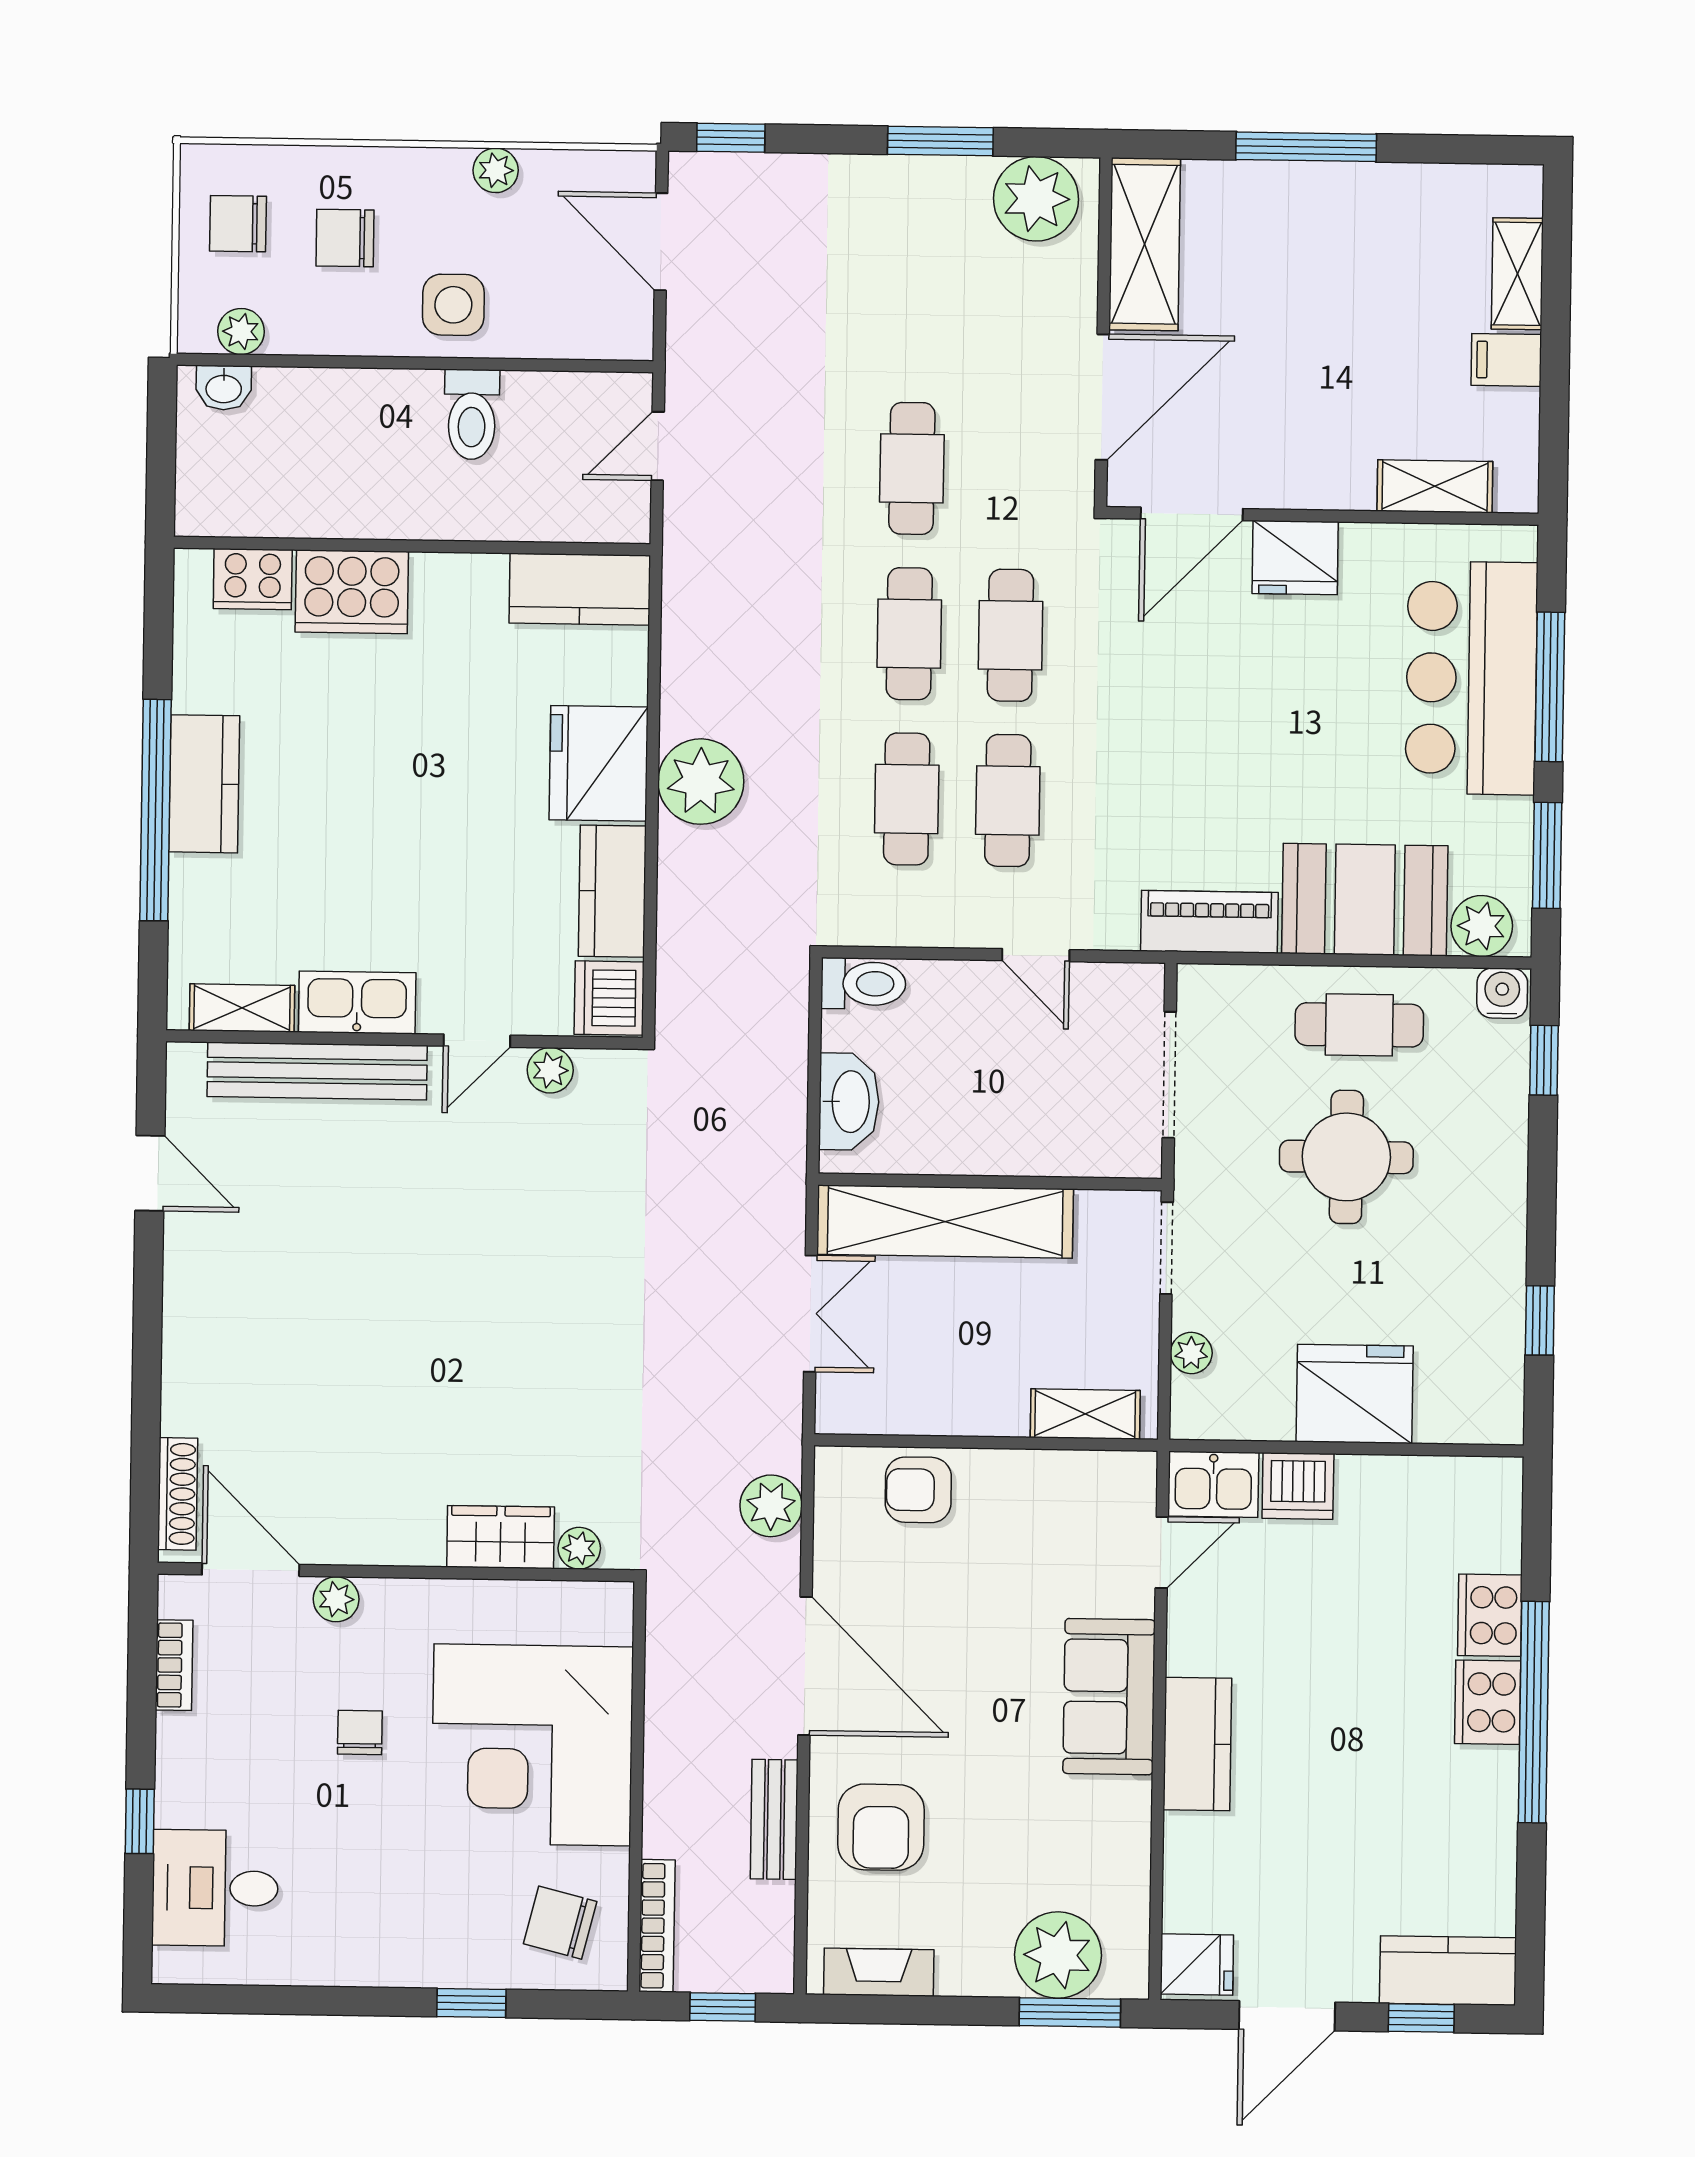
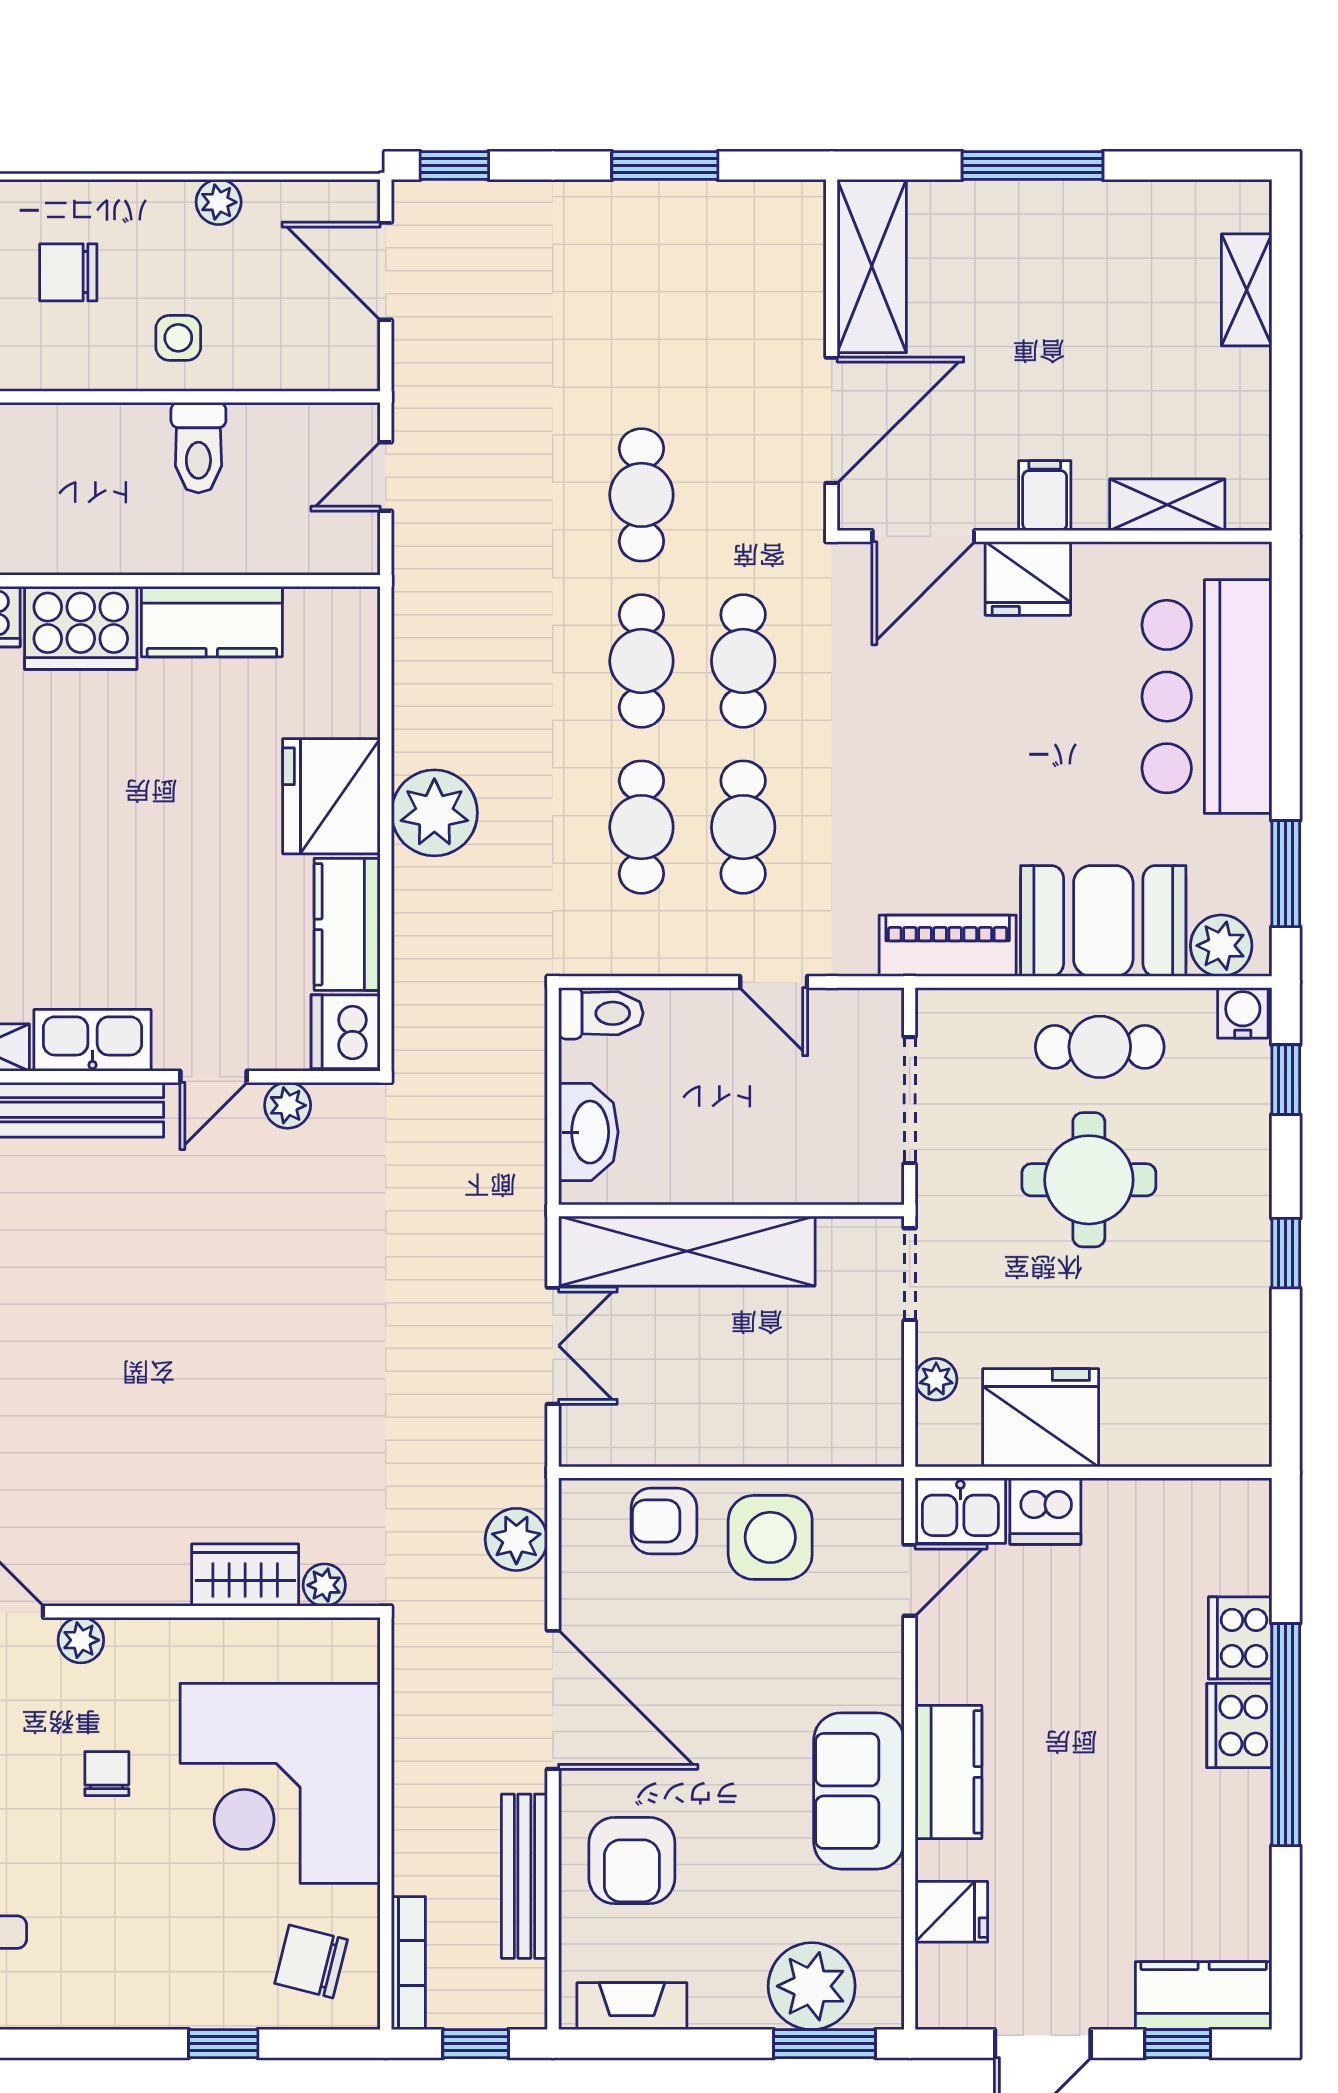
plant: (1036, 199) -> (762, 222), removed
side table: (453, 305) -> (178, 338), width x0.73, depth x0.73
filing cabinet: (1506, 360) -> (1045, 496), moved, turned 90
kitchen counter: (580, 589) -> (212, 622), moved
window: (1550, 687) -> (1286, 704), removed
window: (1540, 1320) -> (1286, 1253), moved
fridge: (1355, 1394) -> (1041, 1418), moved
shelving: (1085, 1414) -> (830, 1442), removed
side table: (1024, 1508) -> (770, 1537), added
sofa: (1109, 1697) -> (859, 1791), moved
bench: (774, 1819) -> (524, 1876), width x1.36
fridge: (1197, 1965) -> (951, 1912), moved

